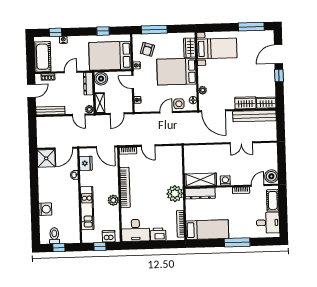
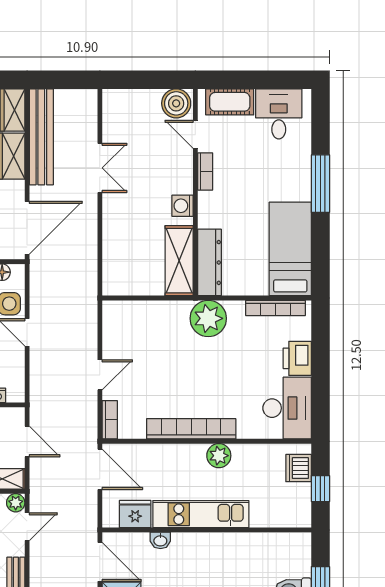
door: (106, 147) -> (100, 469), hinge flipped
kitchen unit: (87, 208) -> (201, 514), moved

